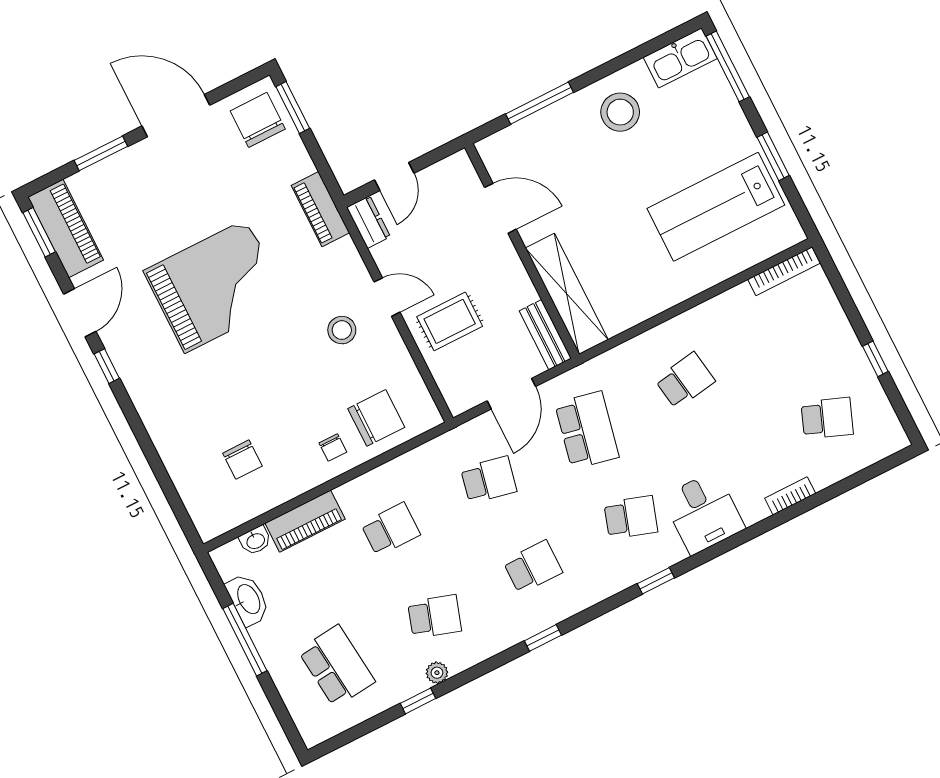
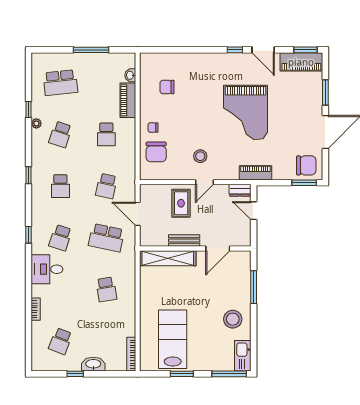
bench: (545, 335) -> (184, 241), moved
washbasin: (248, 600) -> (93, 364), moved, turned 180

